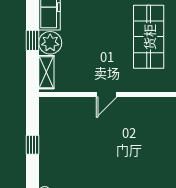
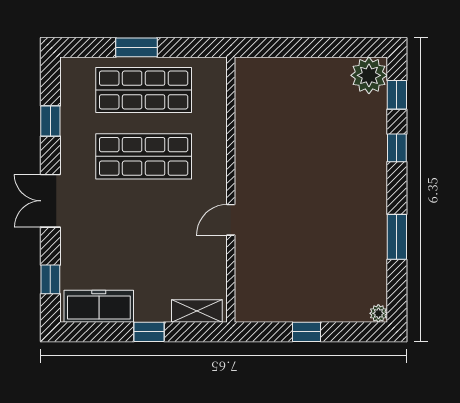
plant: (50, 43) -> (153, 305), removed
door: (107, 95) -> (231, 220), swing flipped

